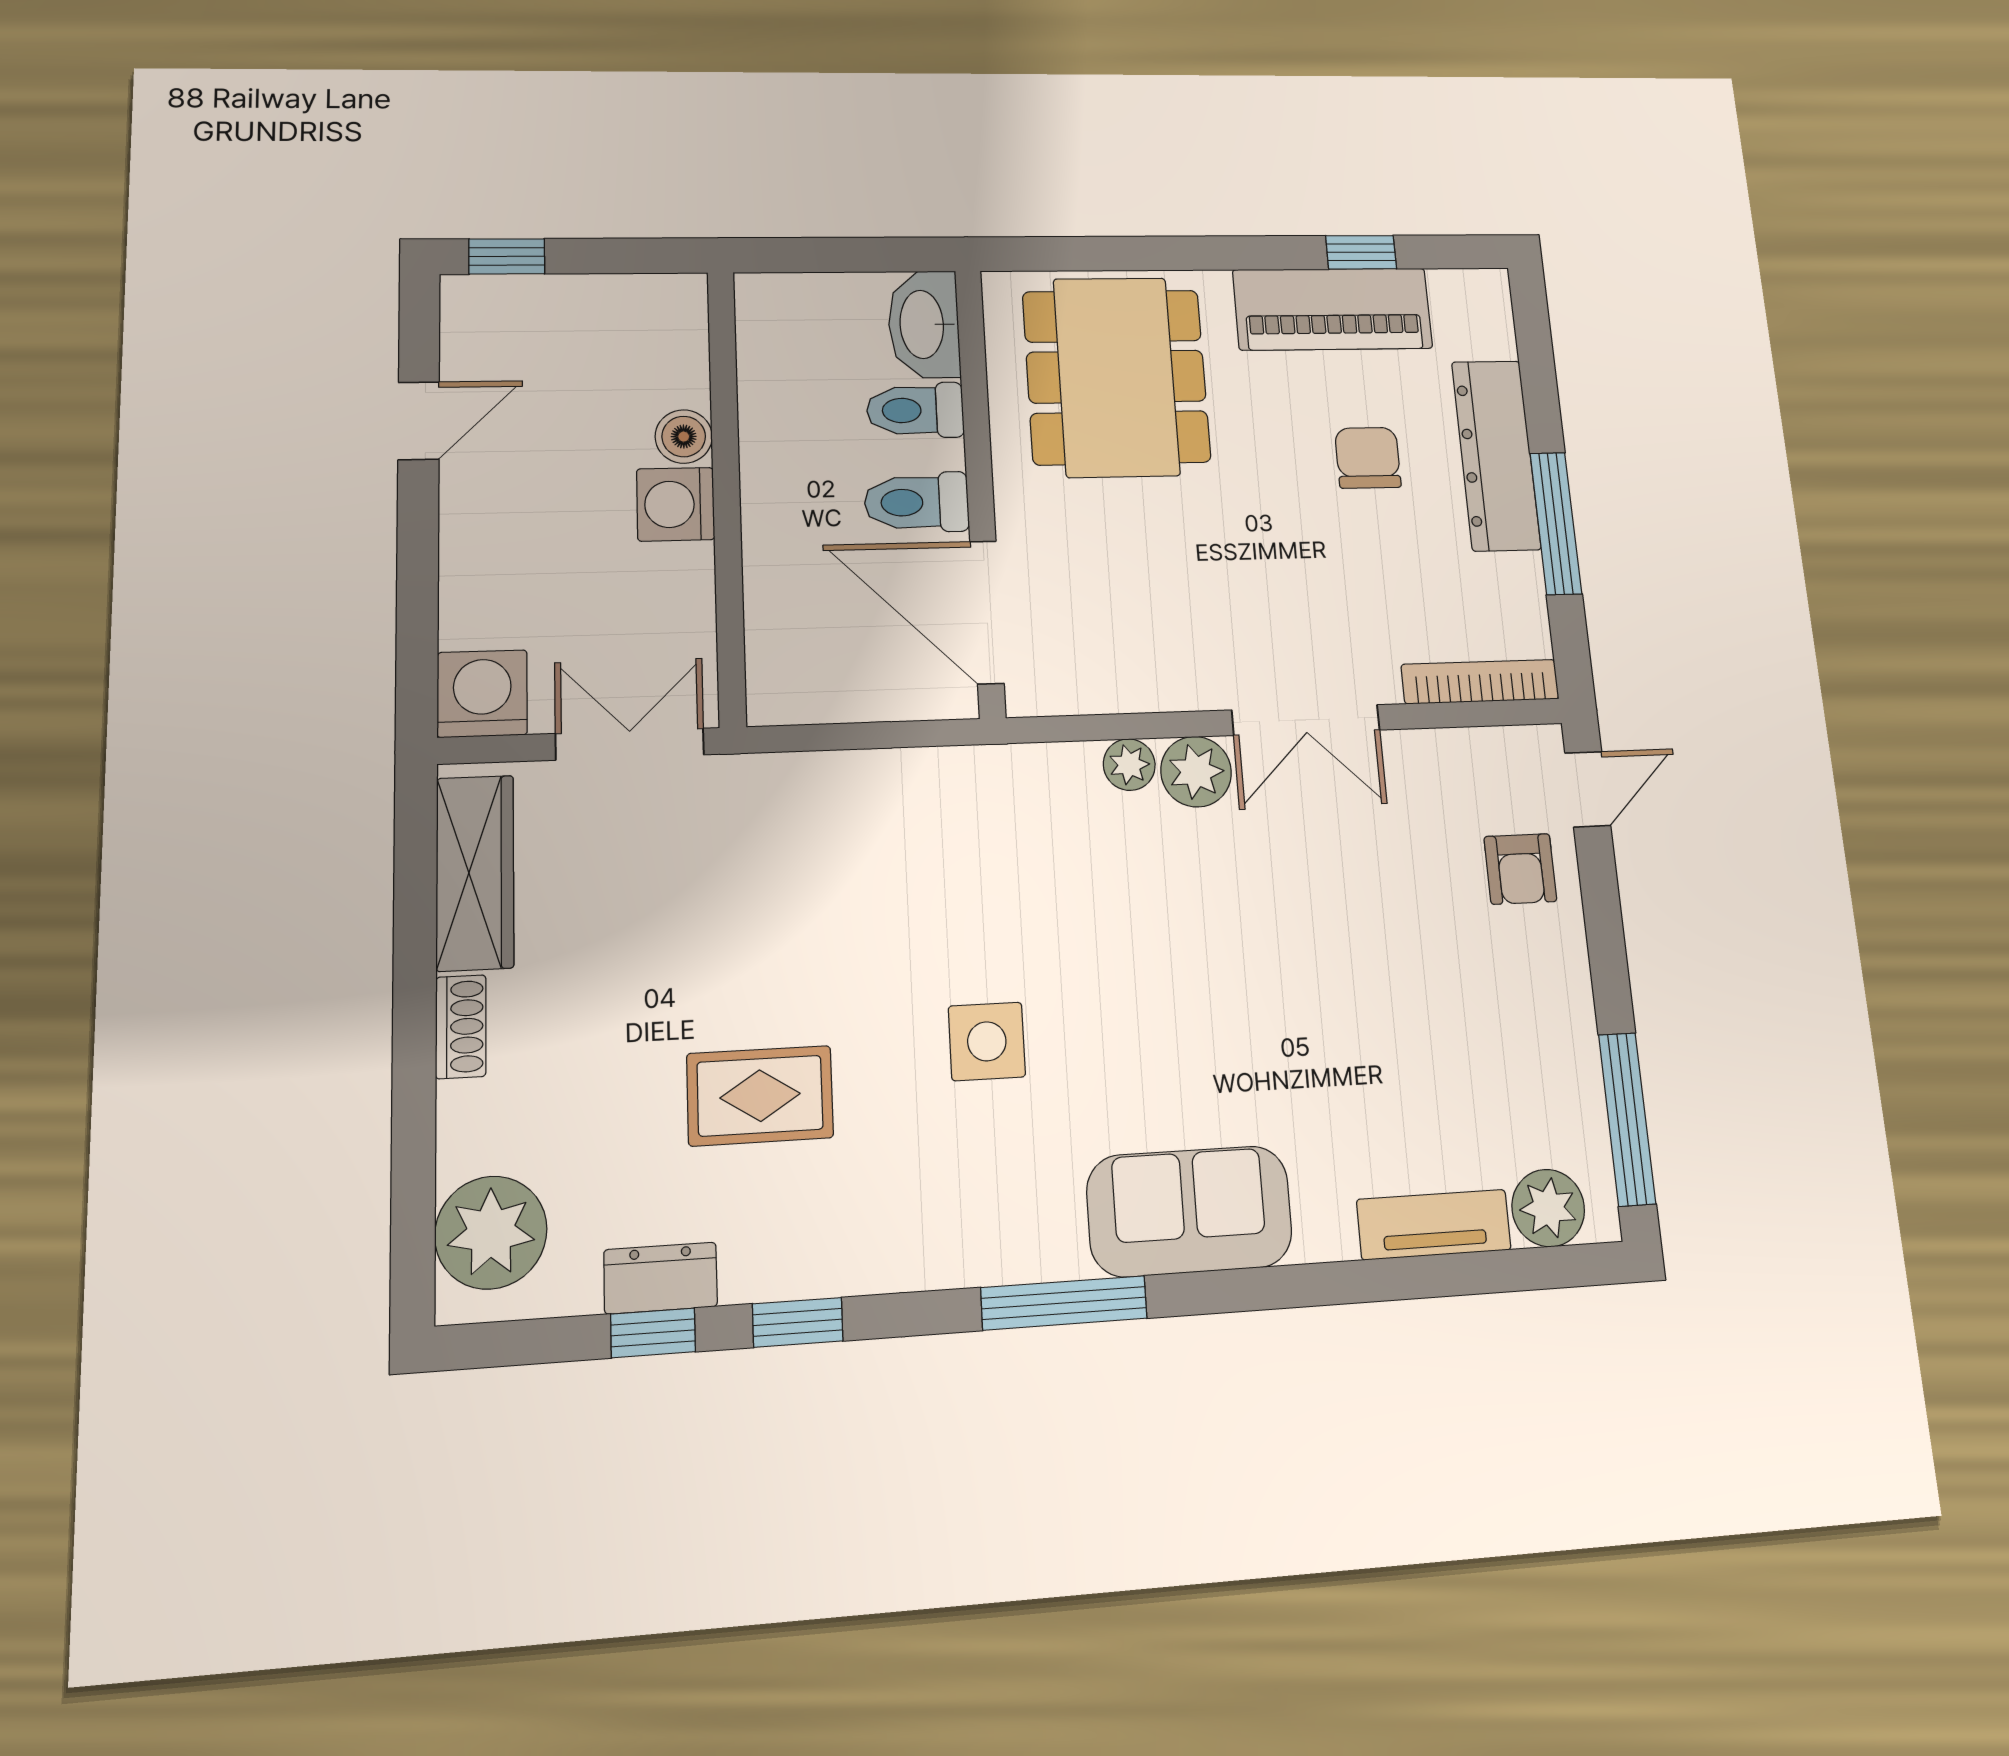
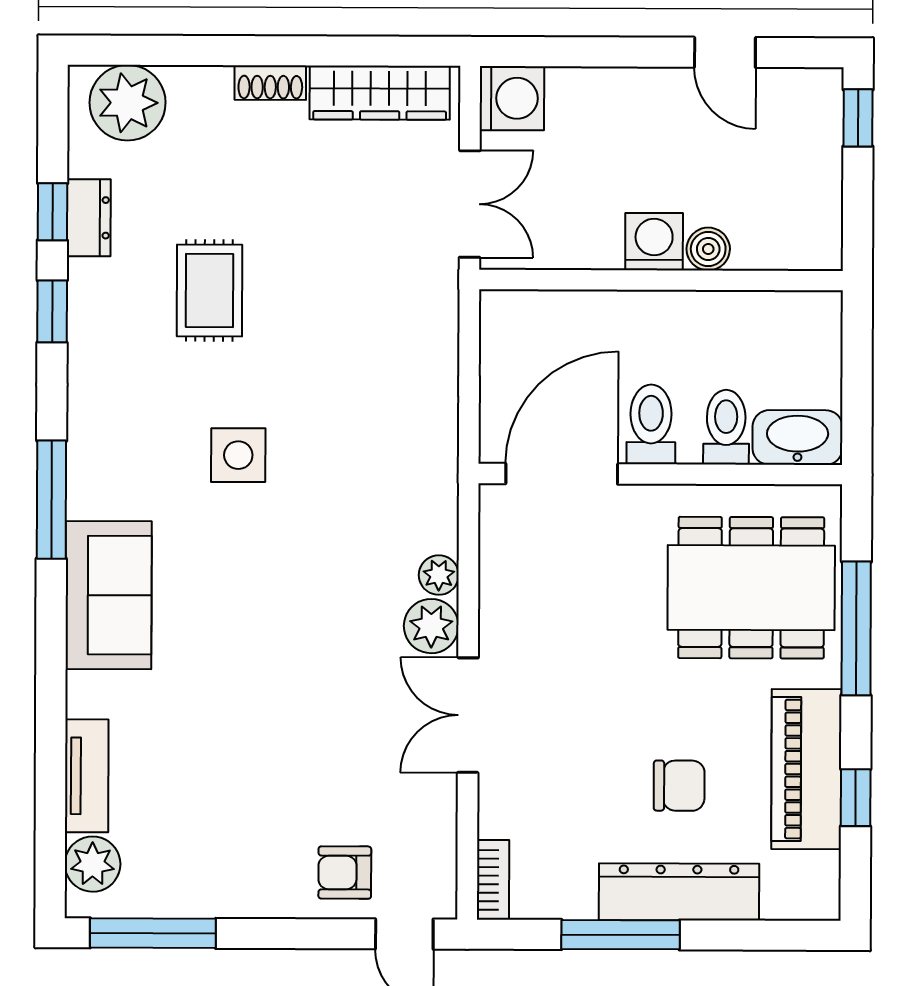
window: (1157, 253) -> (856, 628), added
bookcase: (1480, 682) -> (493, 880), width x0.64

